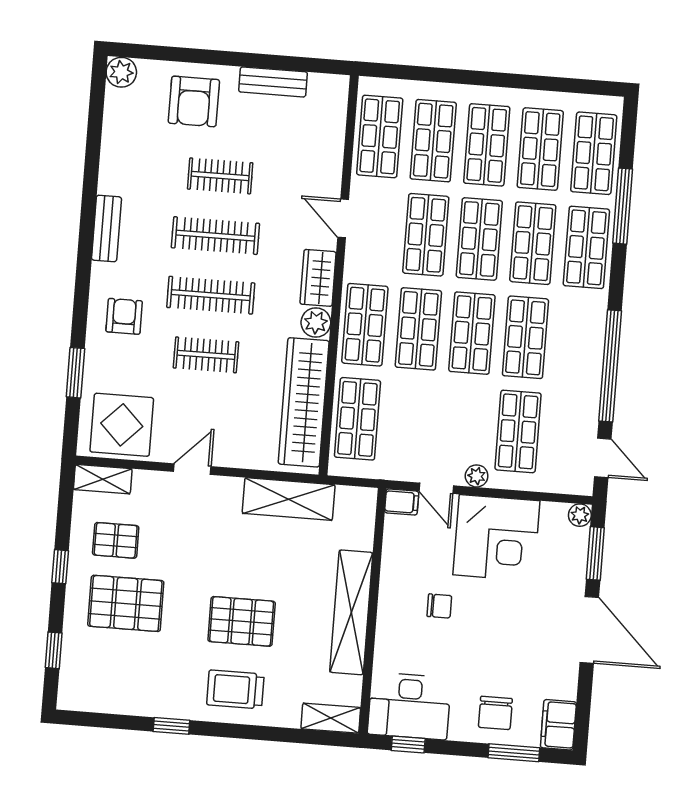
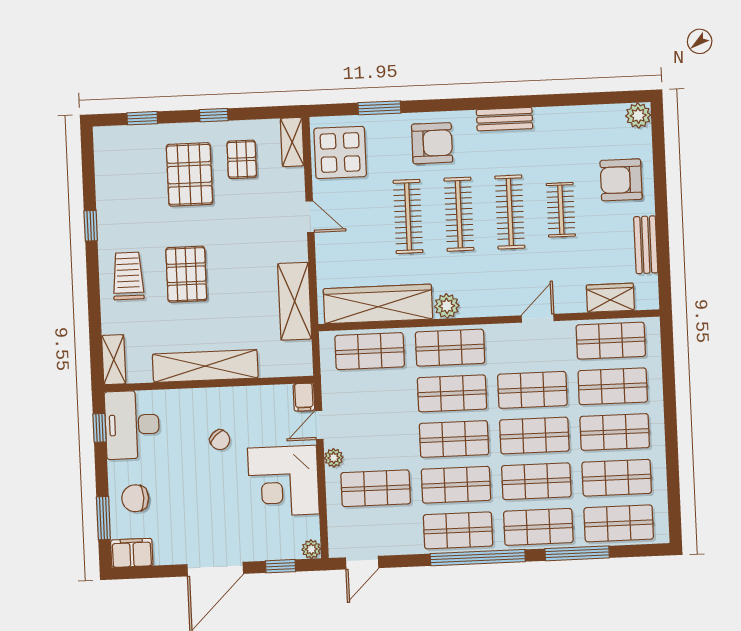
wardrobe: (318, 278) -> (610, 298), moved
armchair: (124, 316) -> (432, 143), width x1.38, depth x1.38
shop shelf: (579, 342) -> (458, 530), added
clothes rail: (206, 355) -> (408, 216), width x1.36
window: (610, 366) -> (478, 558), moved
window: (595, 553) -> (281, 566), width x0.67
chair: (439, 606) -> (220, 440), turned -44

